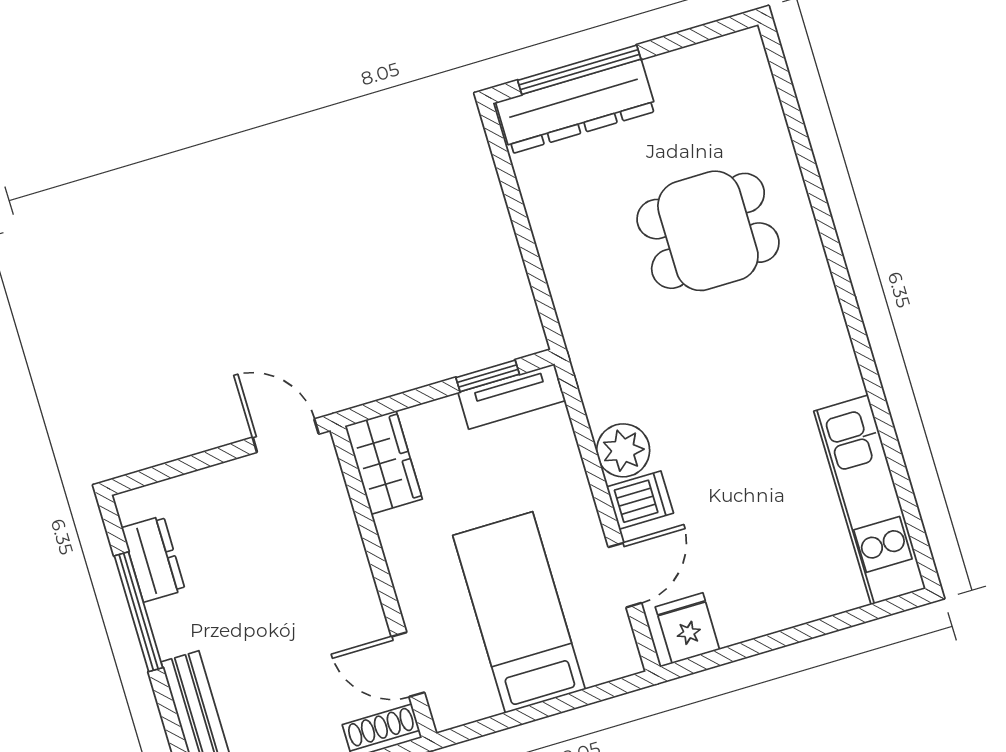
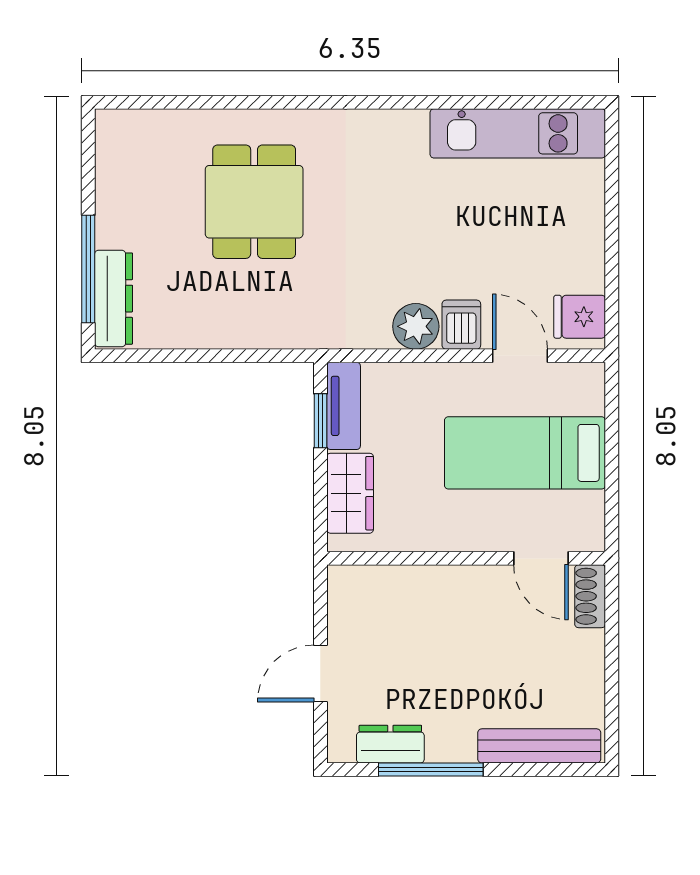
dresser: (576, 107) -> (114, 299), width x0.73, depth x0.80
door: (286, 436) -> (320, 673), moved
wardrobe: (384, 463) -> (350, 493), moved, turned 90
door: (408, 665) -> (541, 558), hinge flipped

